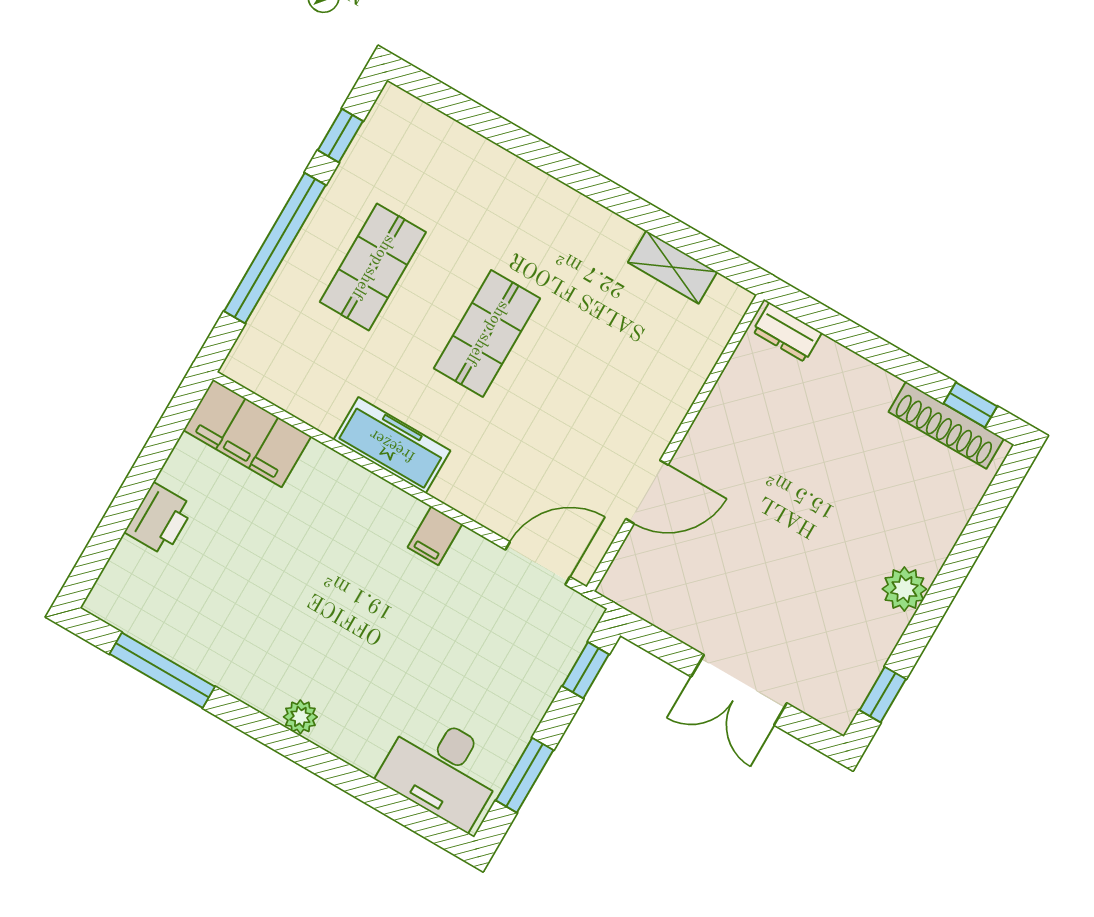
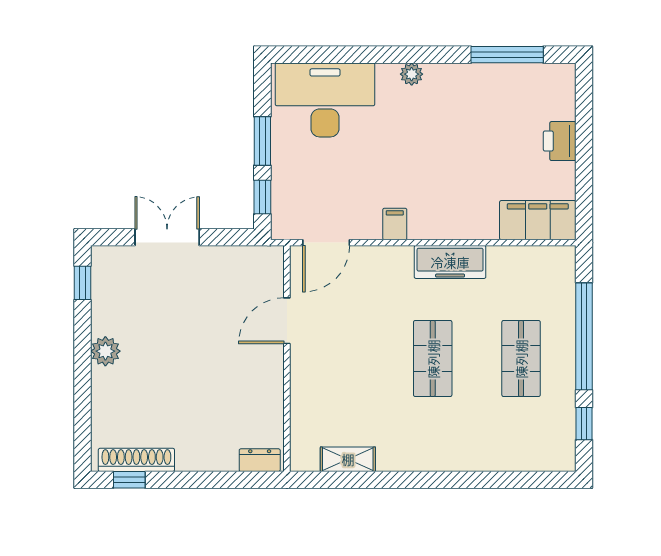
desk: (442, 770) -> (325, 100), width x1.36, depth x1.30
window: (525, 775) -> (262, 141), moved

